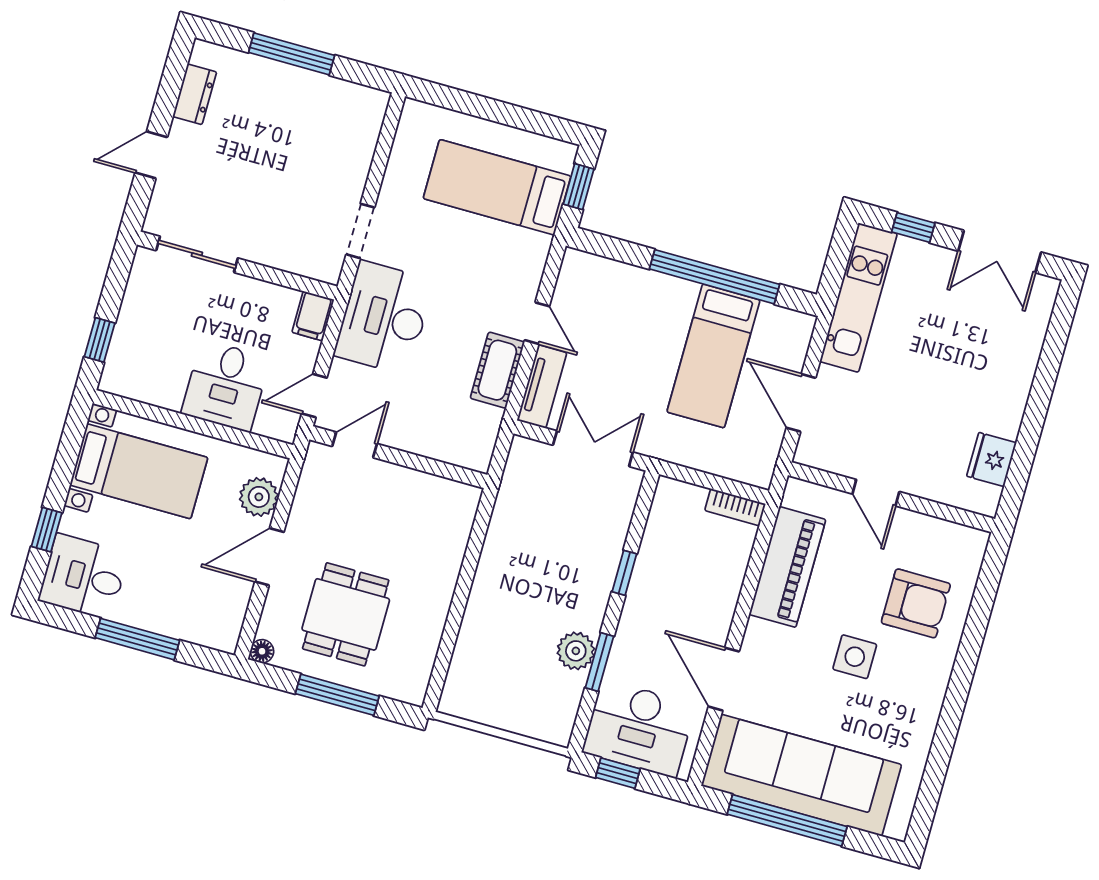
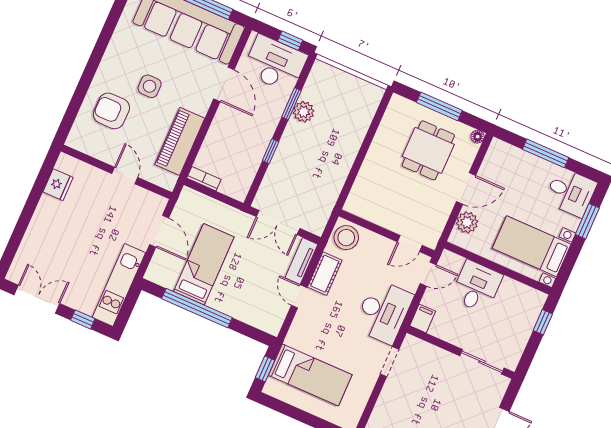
stool: (469, 439) -> (346, 238), added
window: (47, 530) -> (587, 221), width x1.50

